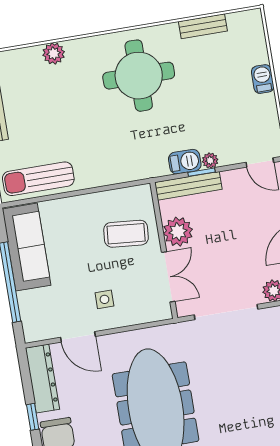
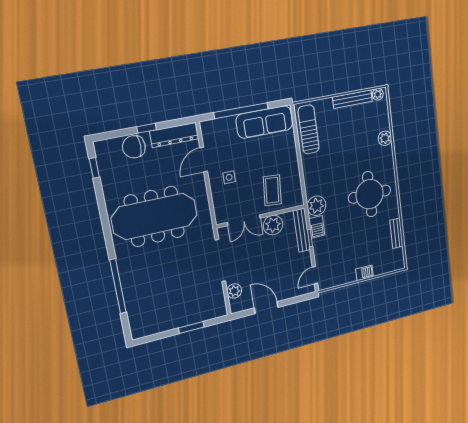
plant: (210, 160) -> (316, 206), moved, width x1.87, depth x1.87

